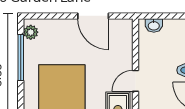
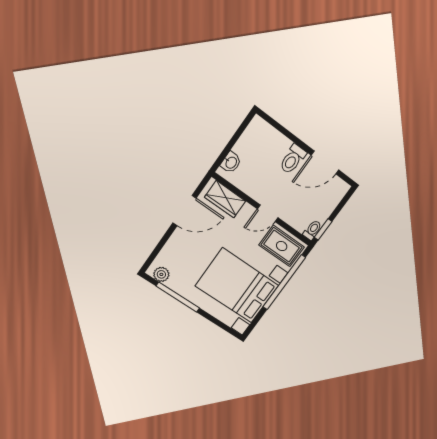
wardrobe: (123, 40) -> (225, 199), added
door: (136, 81) -> (268, 213), hinge flipped

